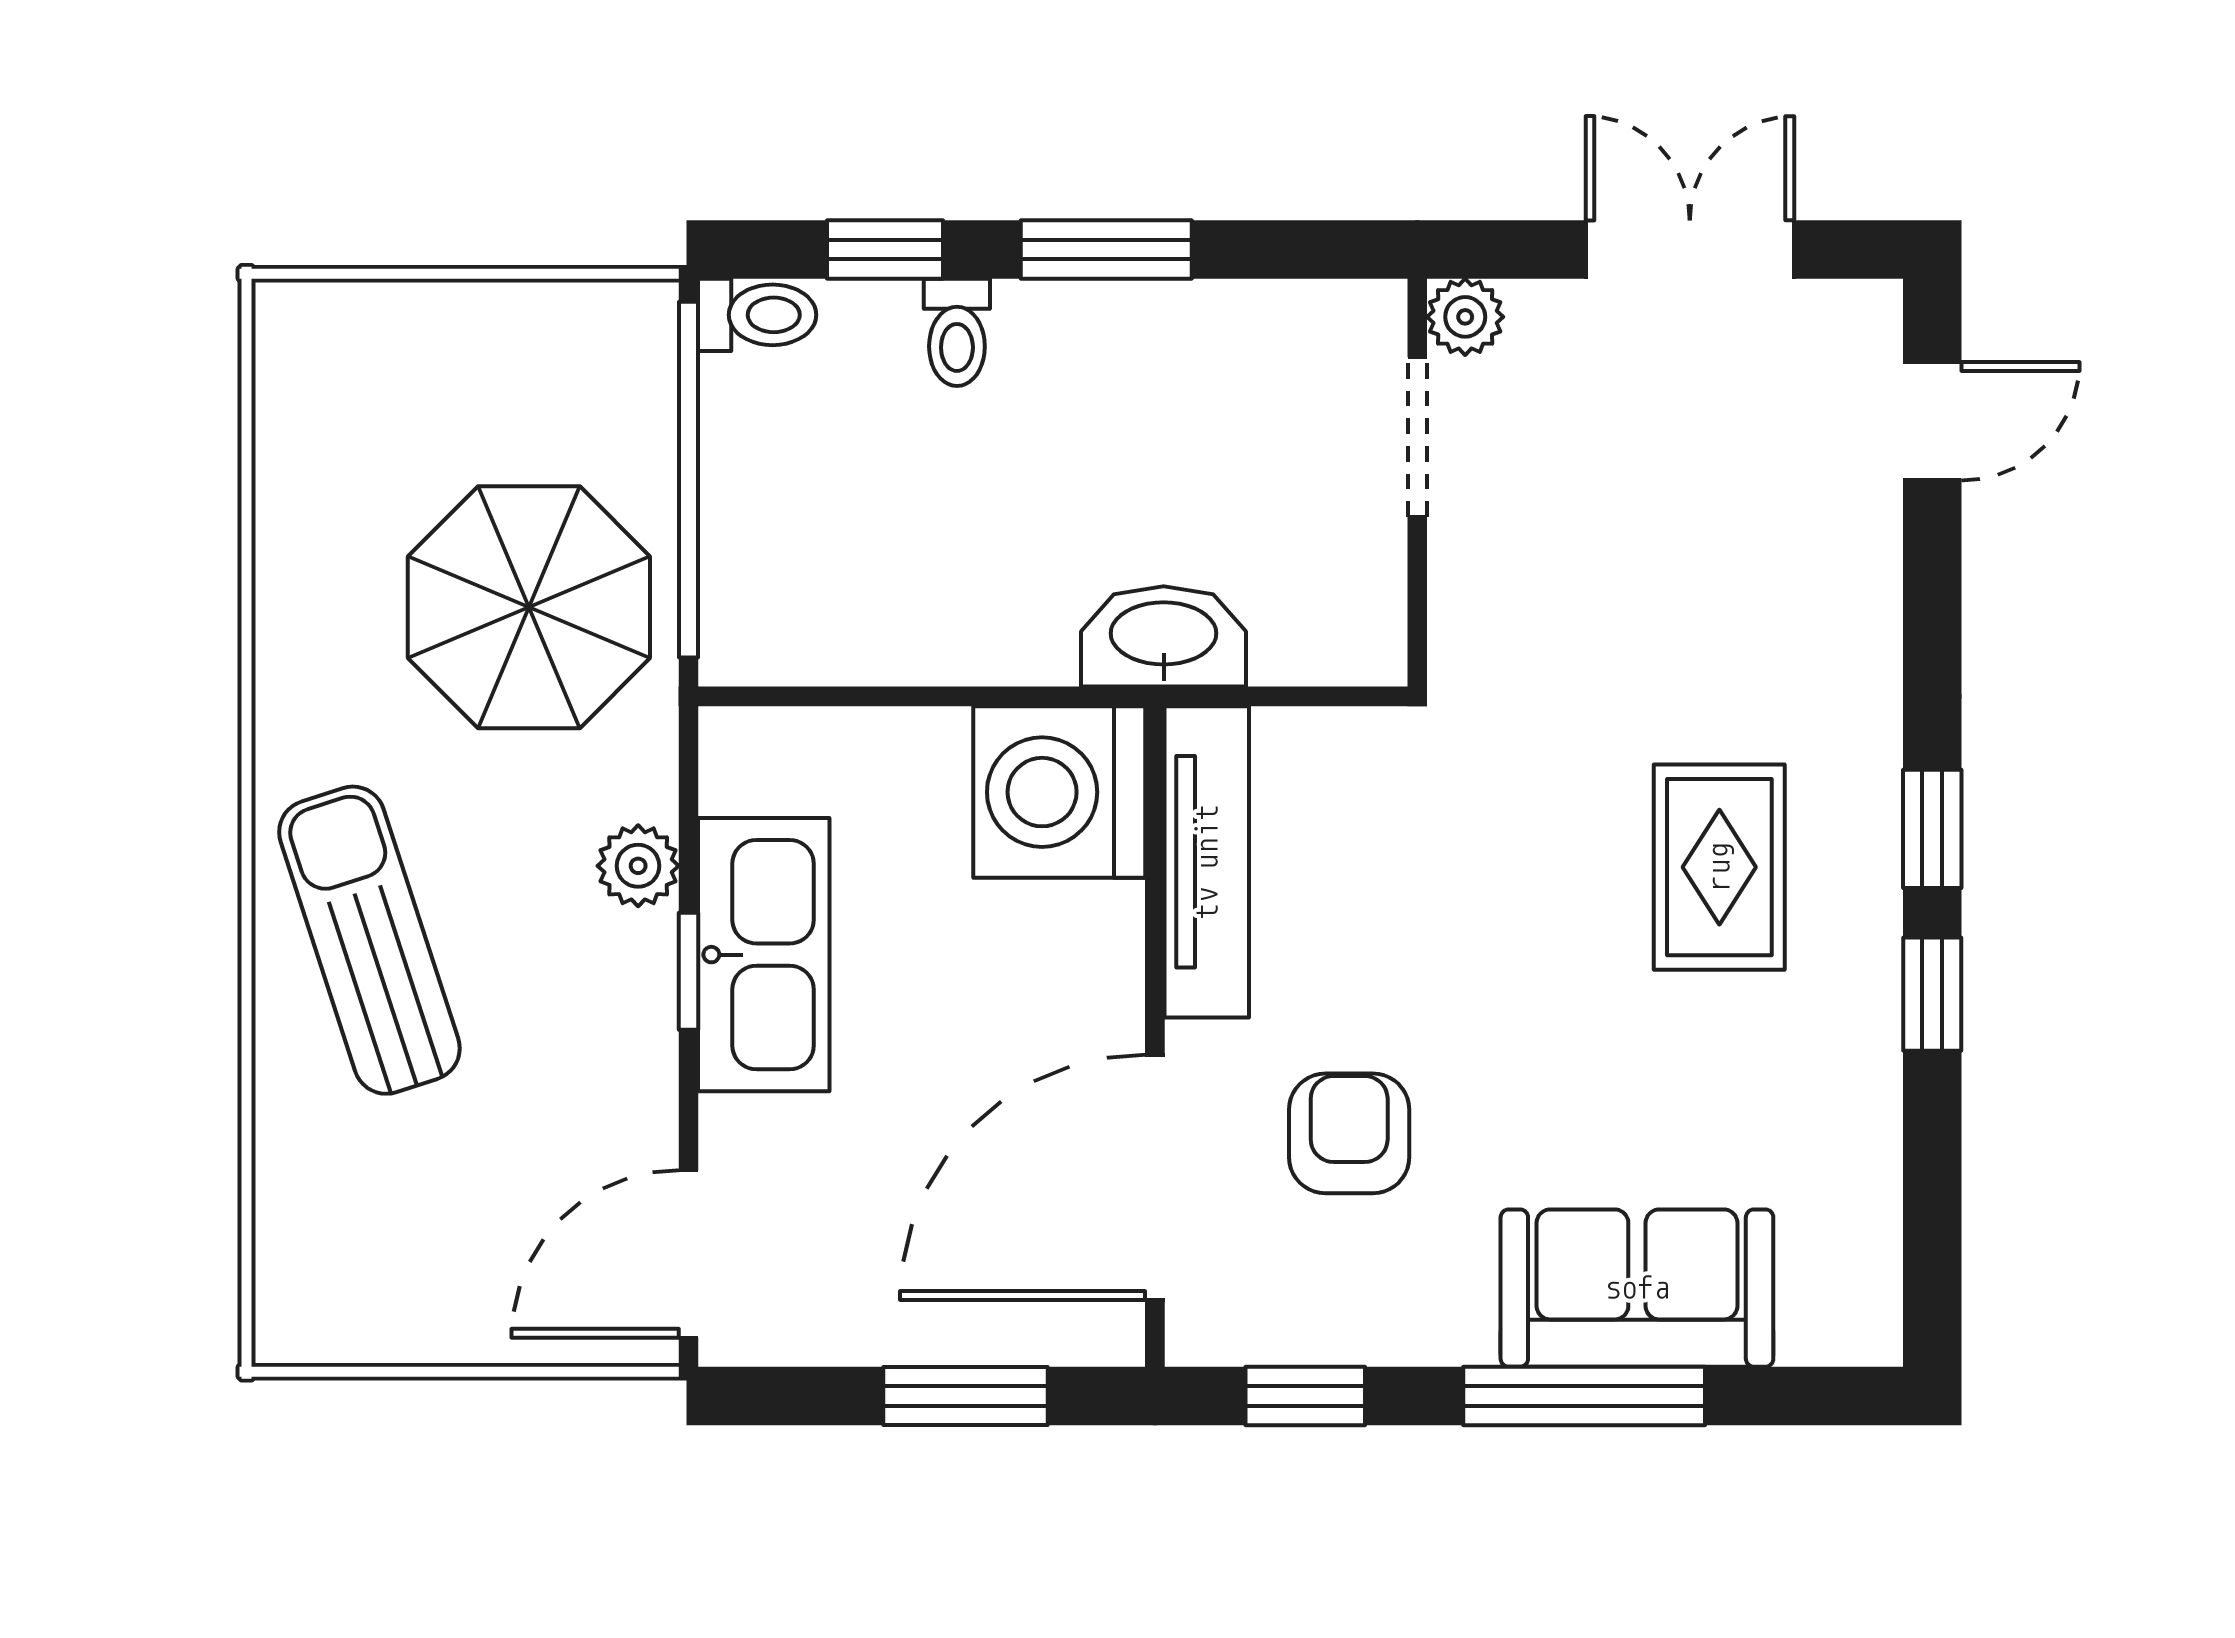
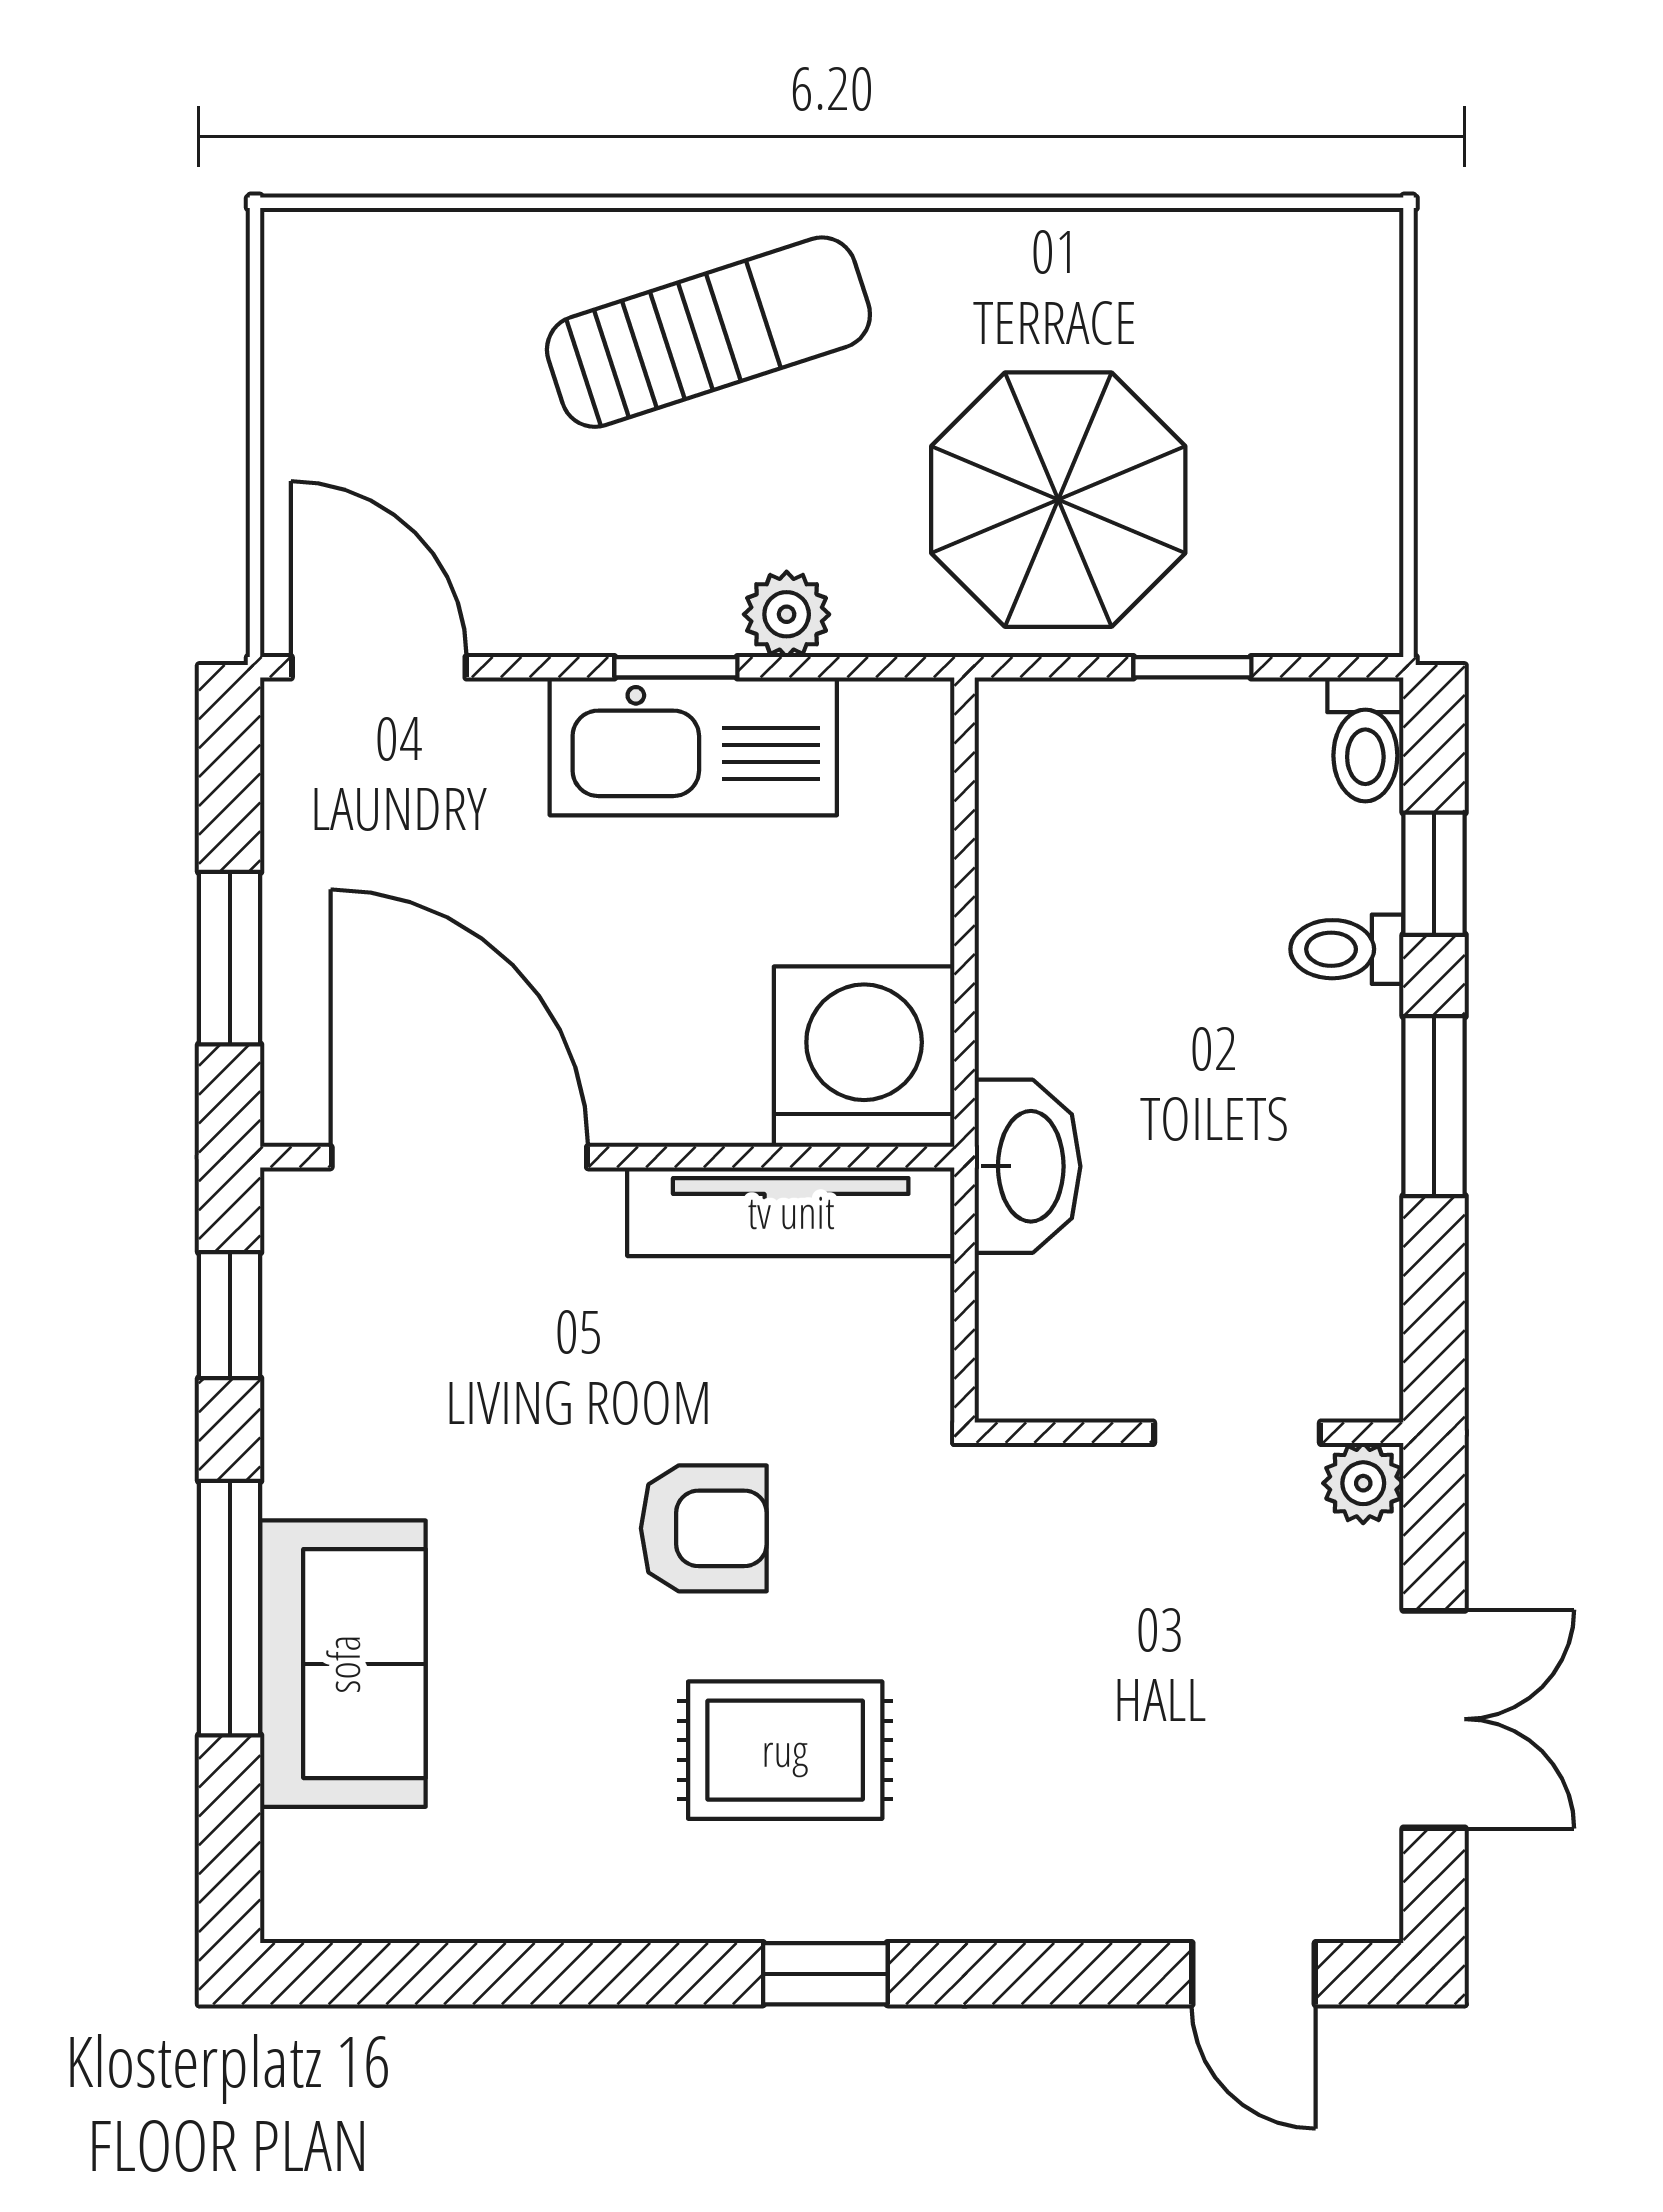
window: (688, 480) -> (1192, 667), width x0.32
window: (1932, 994) -> (652, 1974), removed
armchair: (1349, 1133) -> (704, 1528), moved

